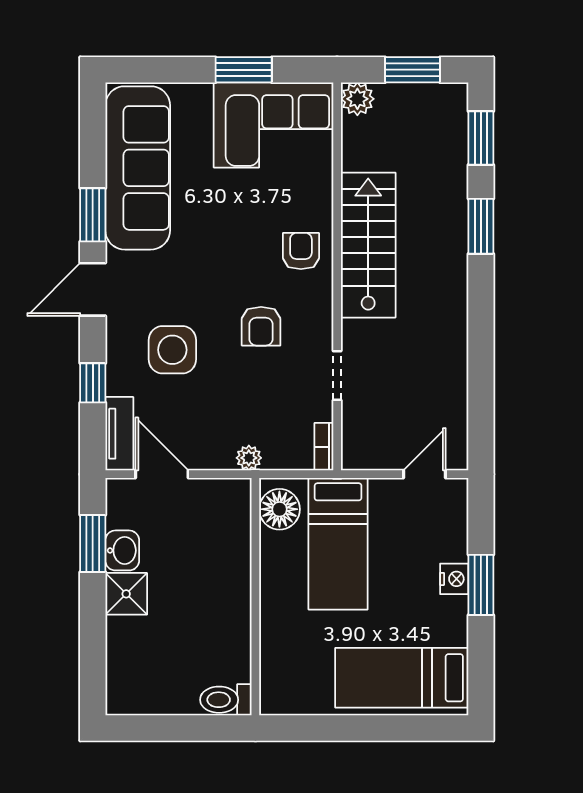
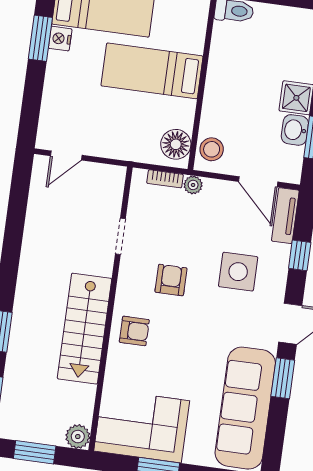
armchair: (301, 251) -> (134, 331), turned -90
bookcase: (324, 447) -> (165, 179), moved, turned 90
stool: (230, 509) -> (212, 149), added
bed: (338, 544) -> (152, 71), moved, turned -90
nightstand: (454, 579) -> (60, 39), moved
window: (481, 585) -> (40, 38), moved

